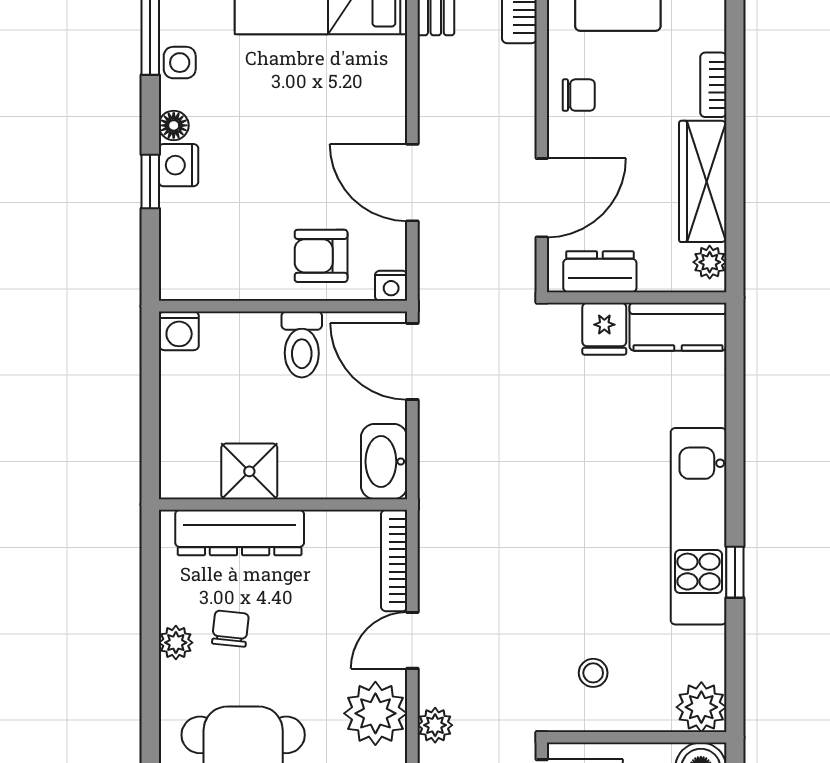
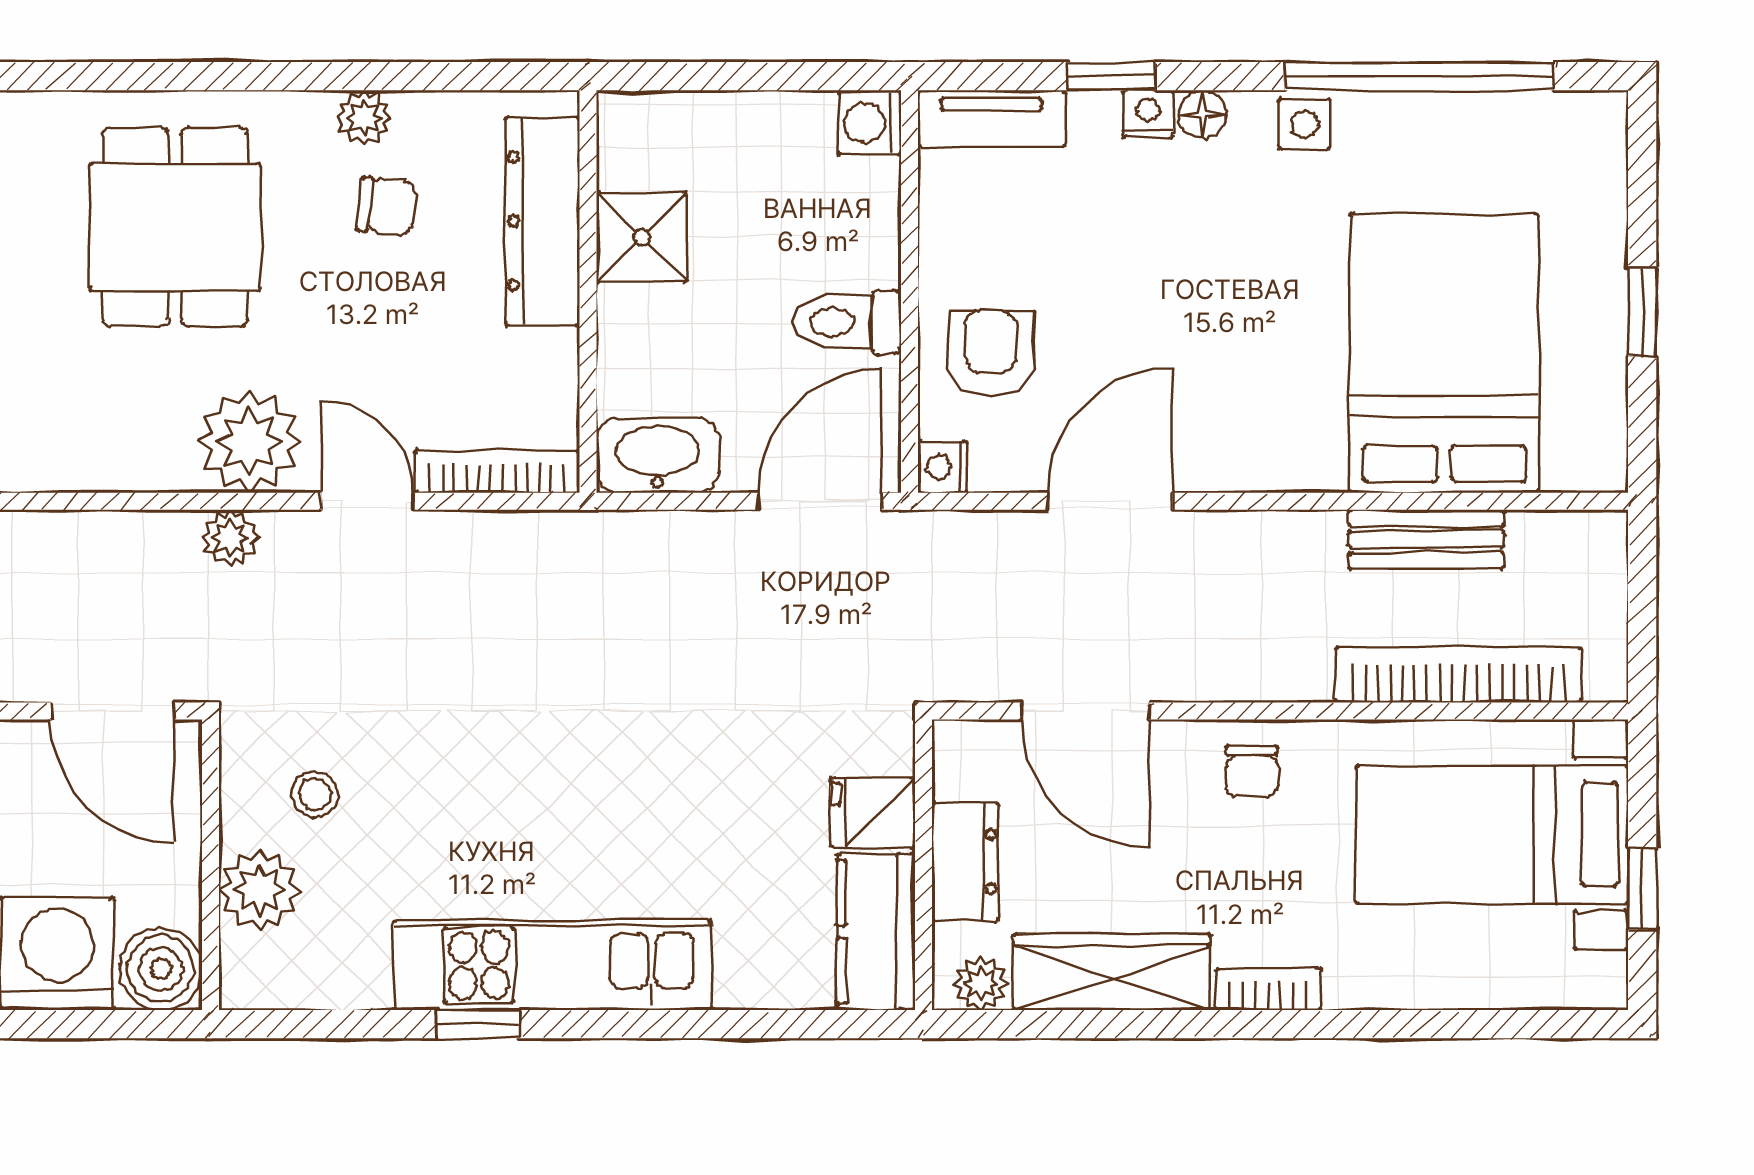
nightstand: (178, 165) -> (1148, 114), width x0.72, depth x0.74
tv unit: (176, 256) -> (991, 118), added
dresser: (600, 272) -> (965, 861), moved
plant: (701, 707) -> (259, 890), moved

